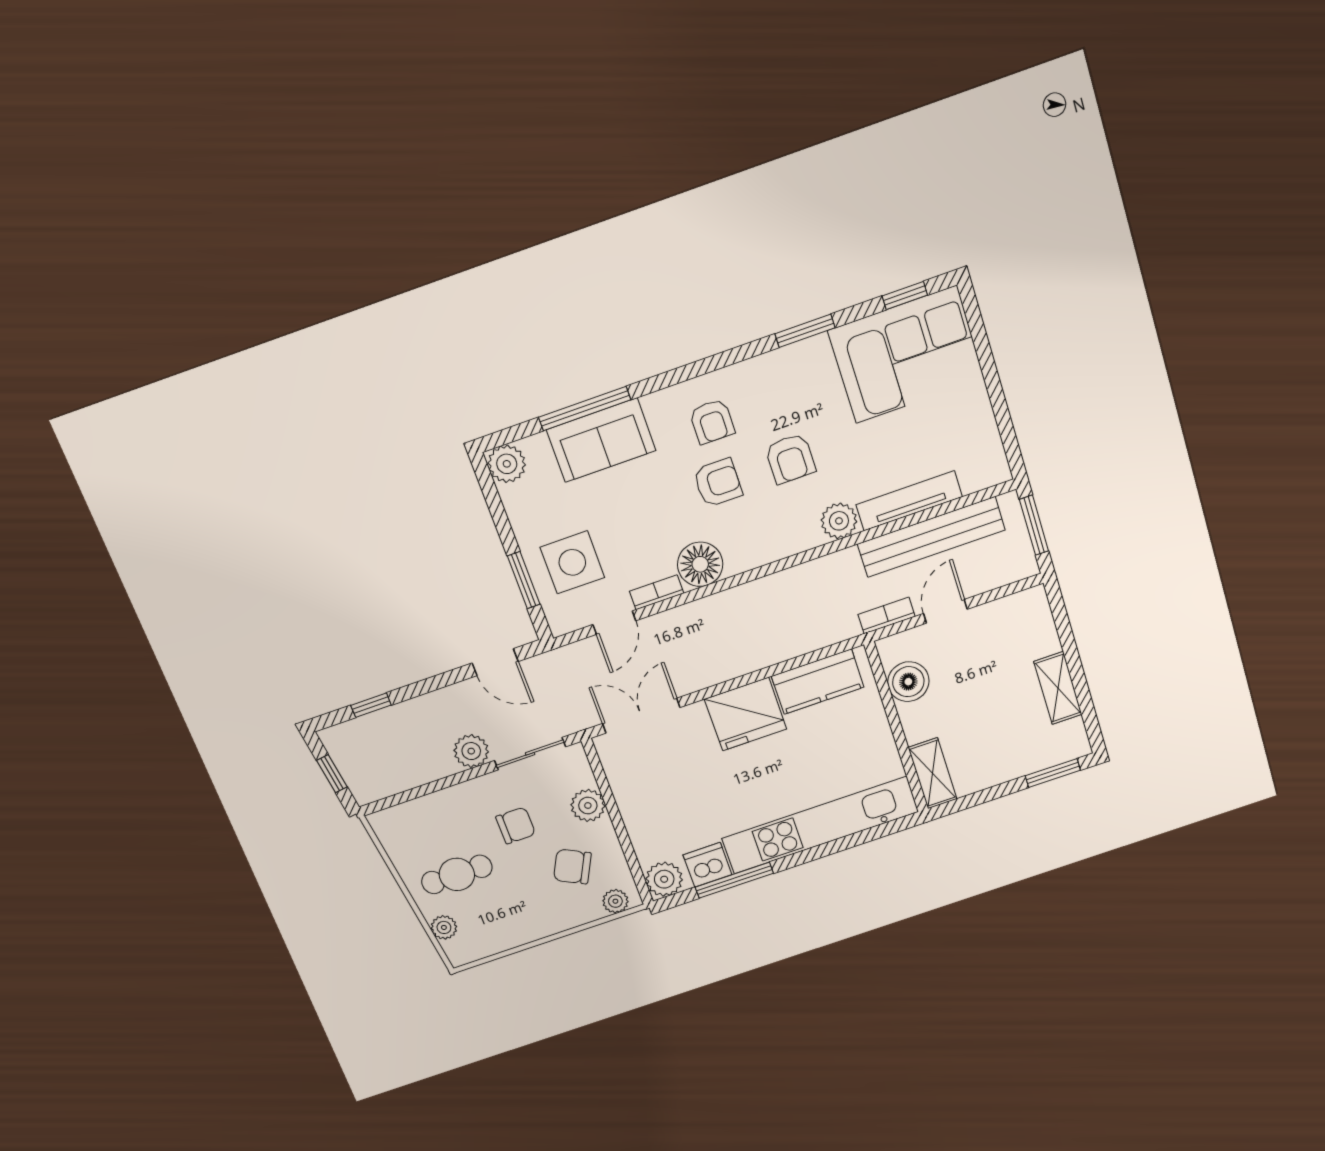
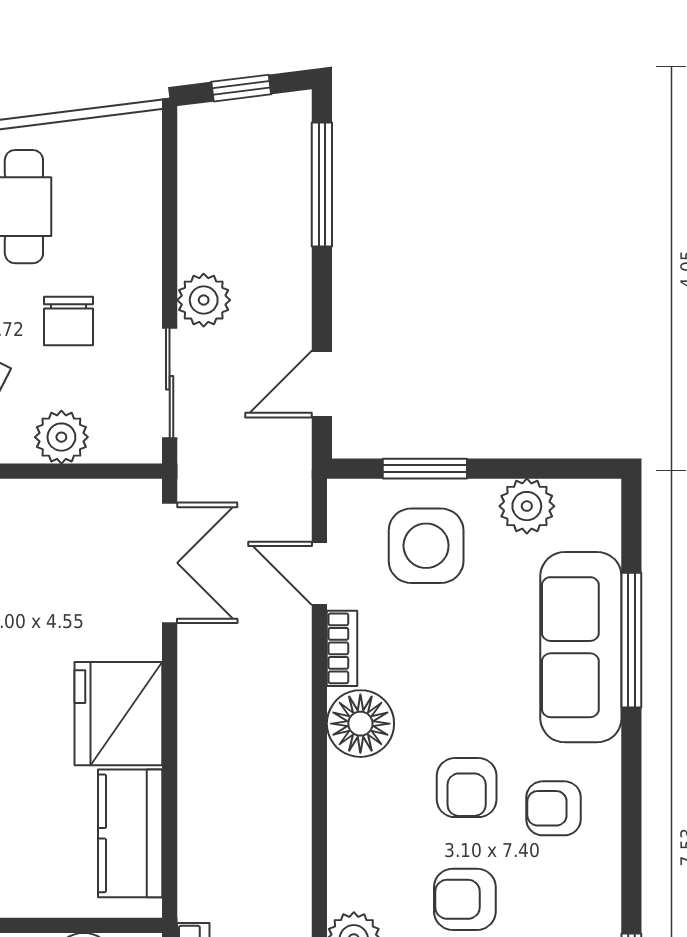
sofa: (601, 440) -> (581, 647), width x1.36
plant: (507, 464) -> (527, 506), moved
window: (371, 705) -> (322, 184), width x2.17

